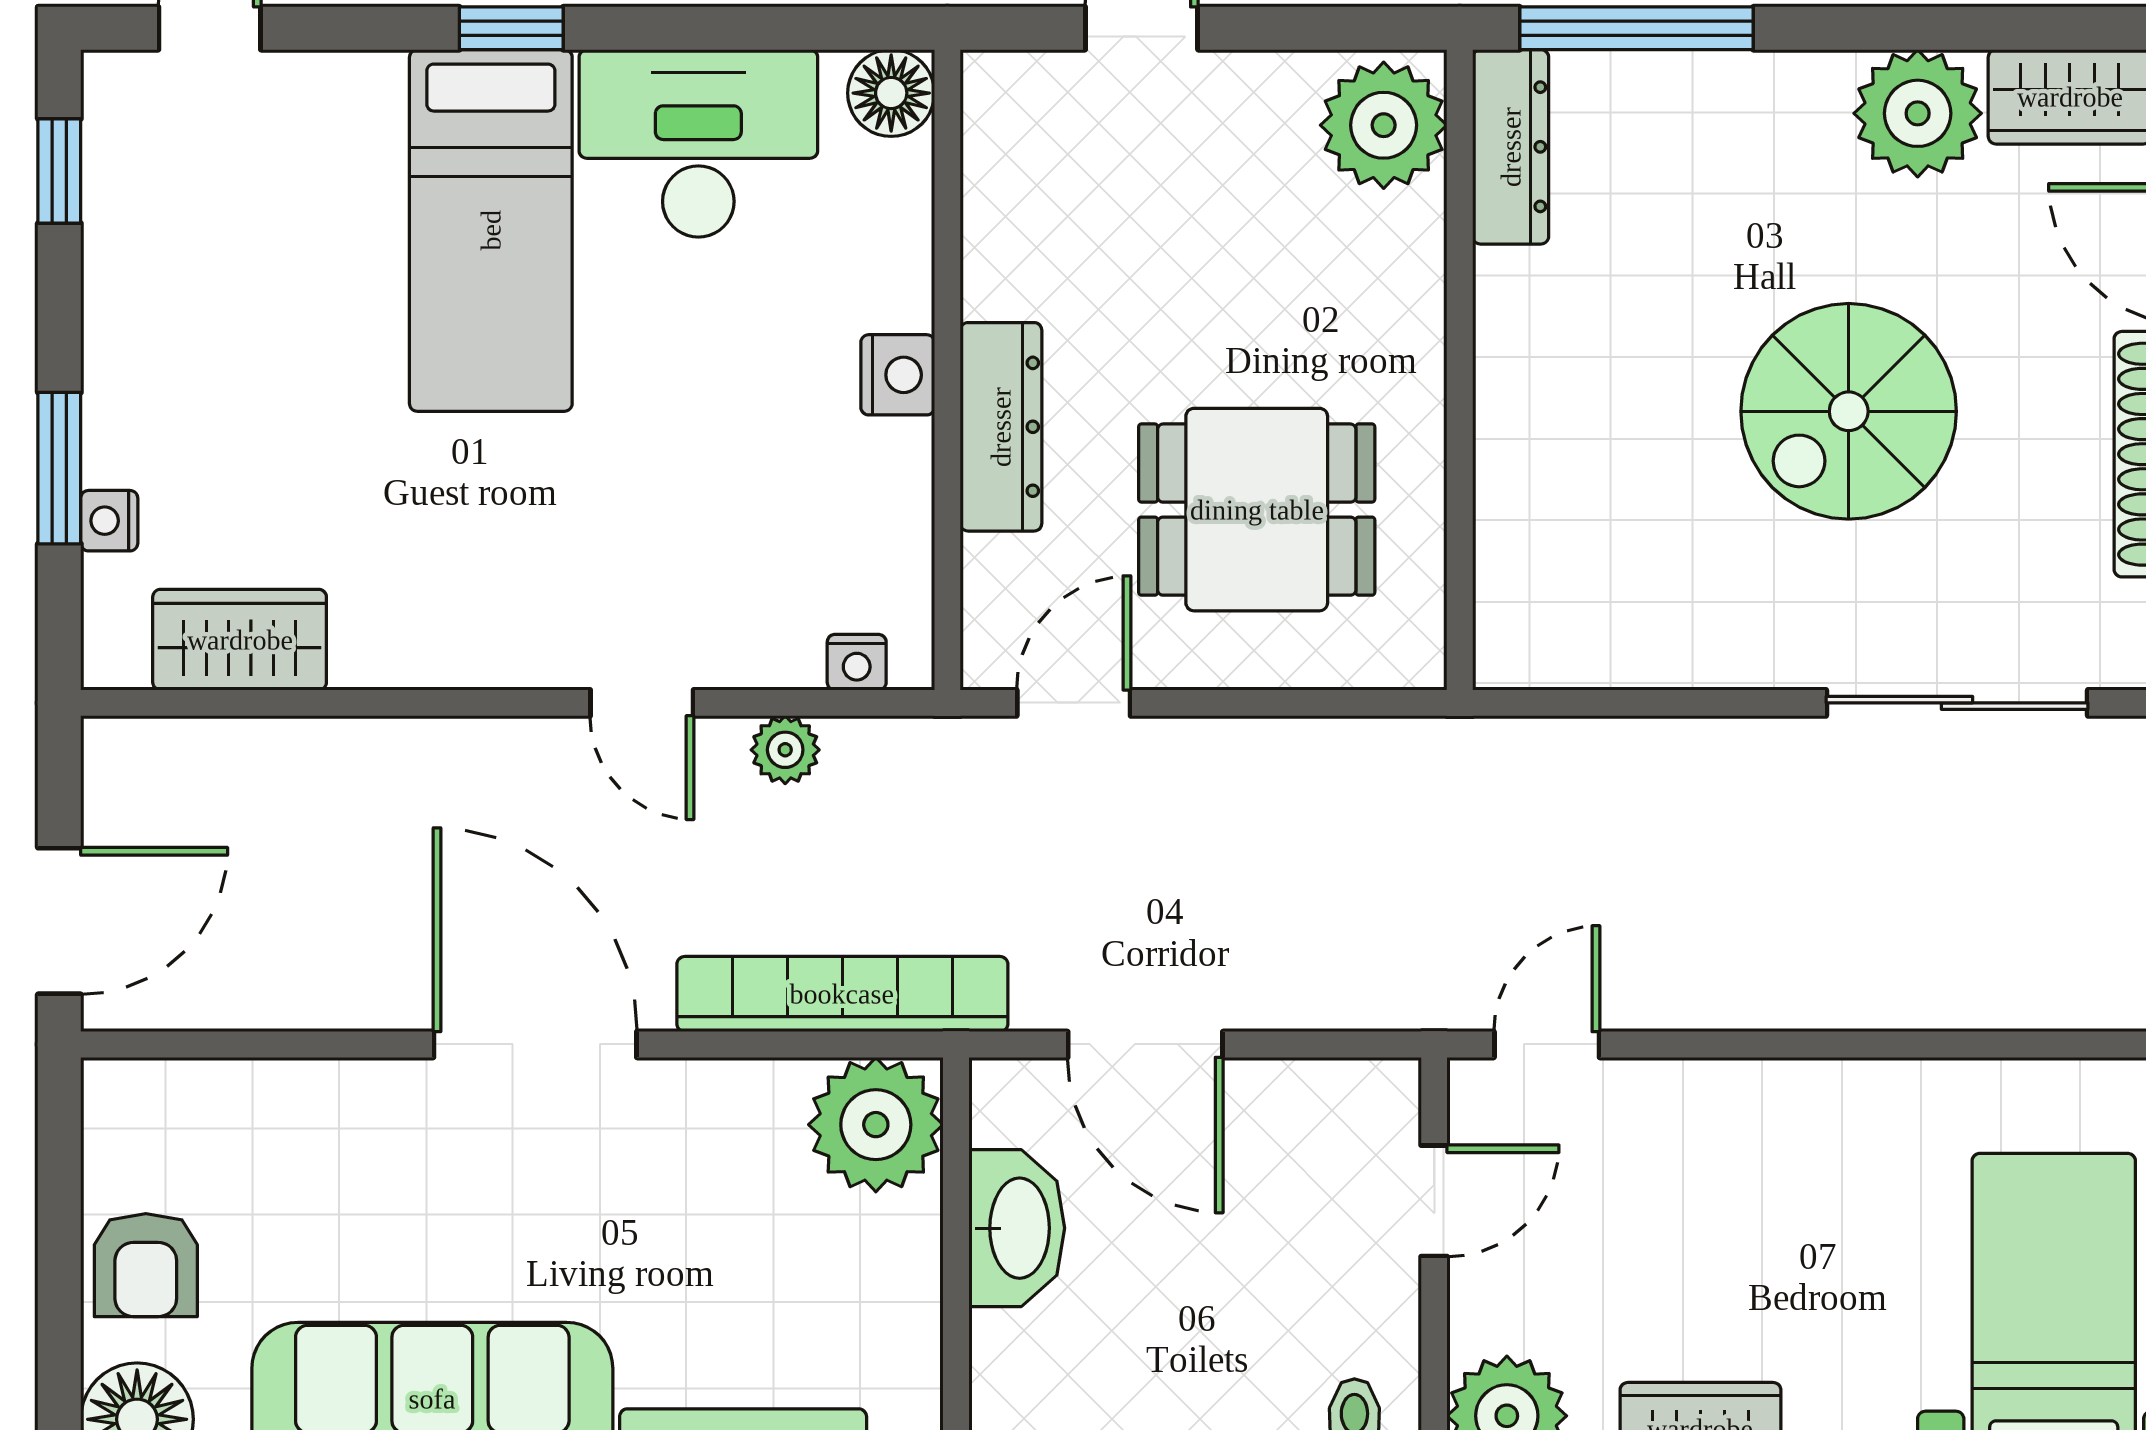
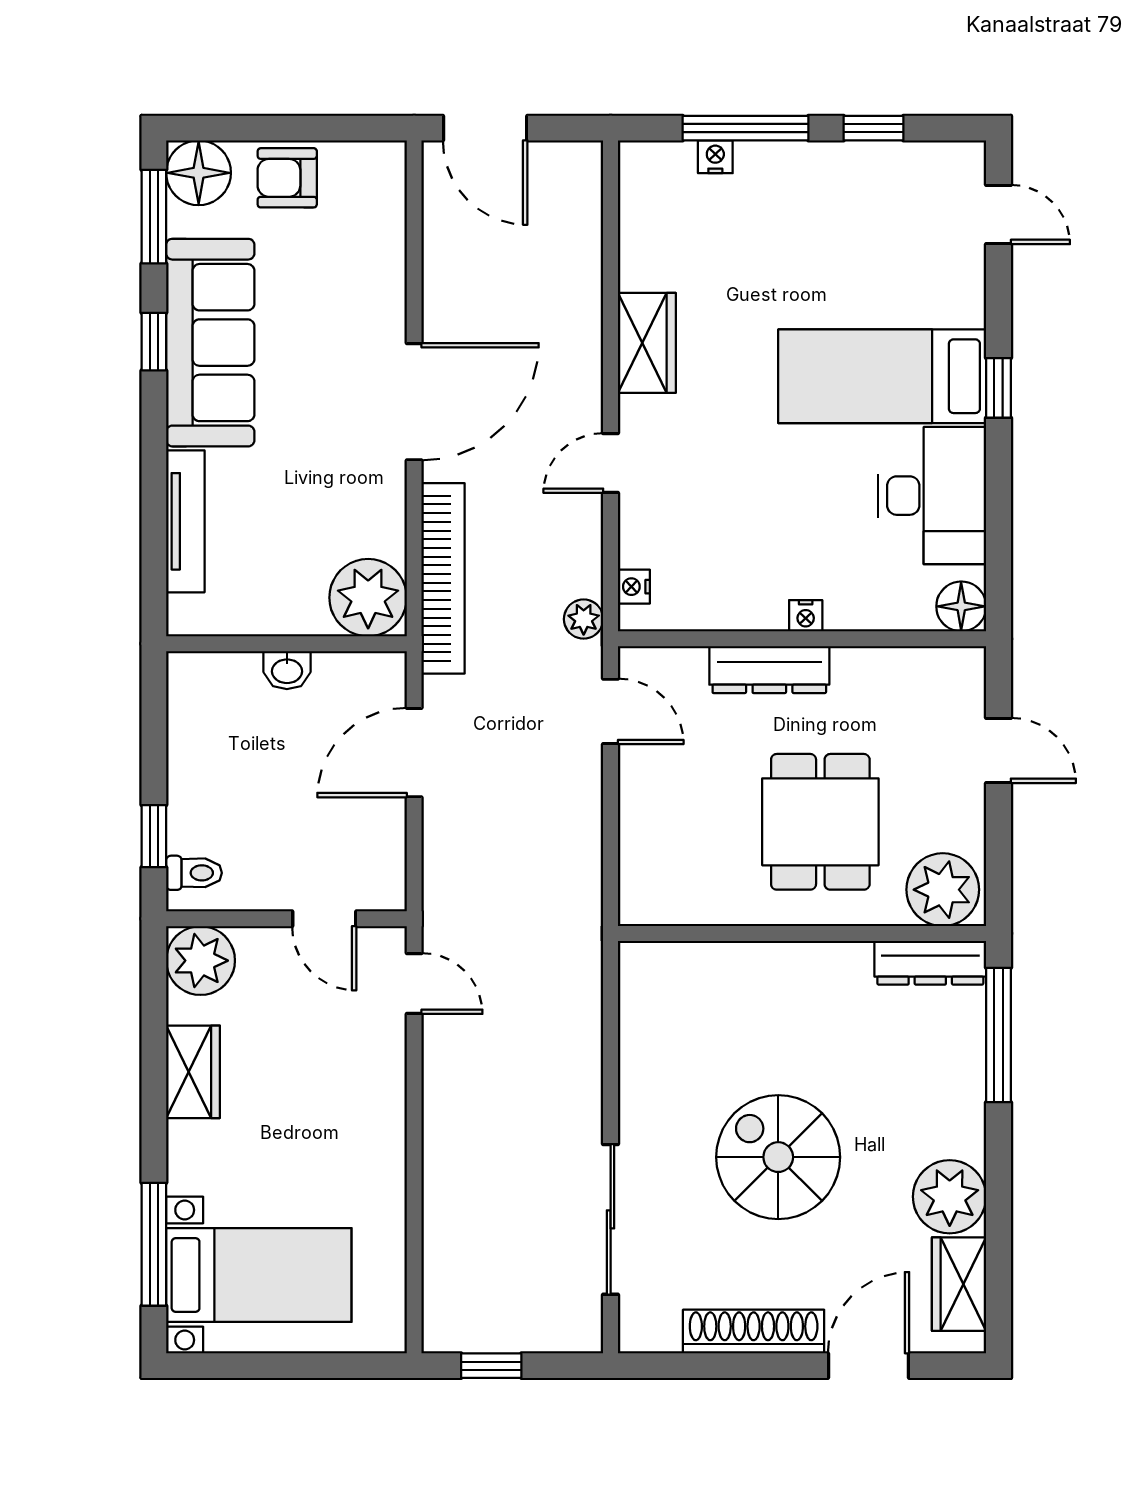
window: (59, 171) -> (873, 128), moved
nightstand: (898, 375) -> (806, 616), width x0.72, depth x0.74
window: (59, 468) -> (746, 128), width x1.44
dining table: (1257, 510) -> (820, 822), moved
wardrobe: (240, 640) -> (647, 343), moved
plant: (785, 750) -> (584, 619), moved
washbasin: (1017, 1228) -> (287, 670), width x0.52, depth x0.69

